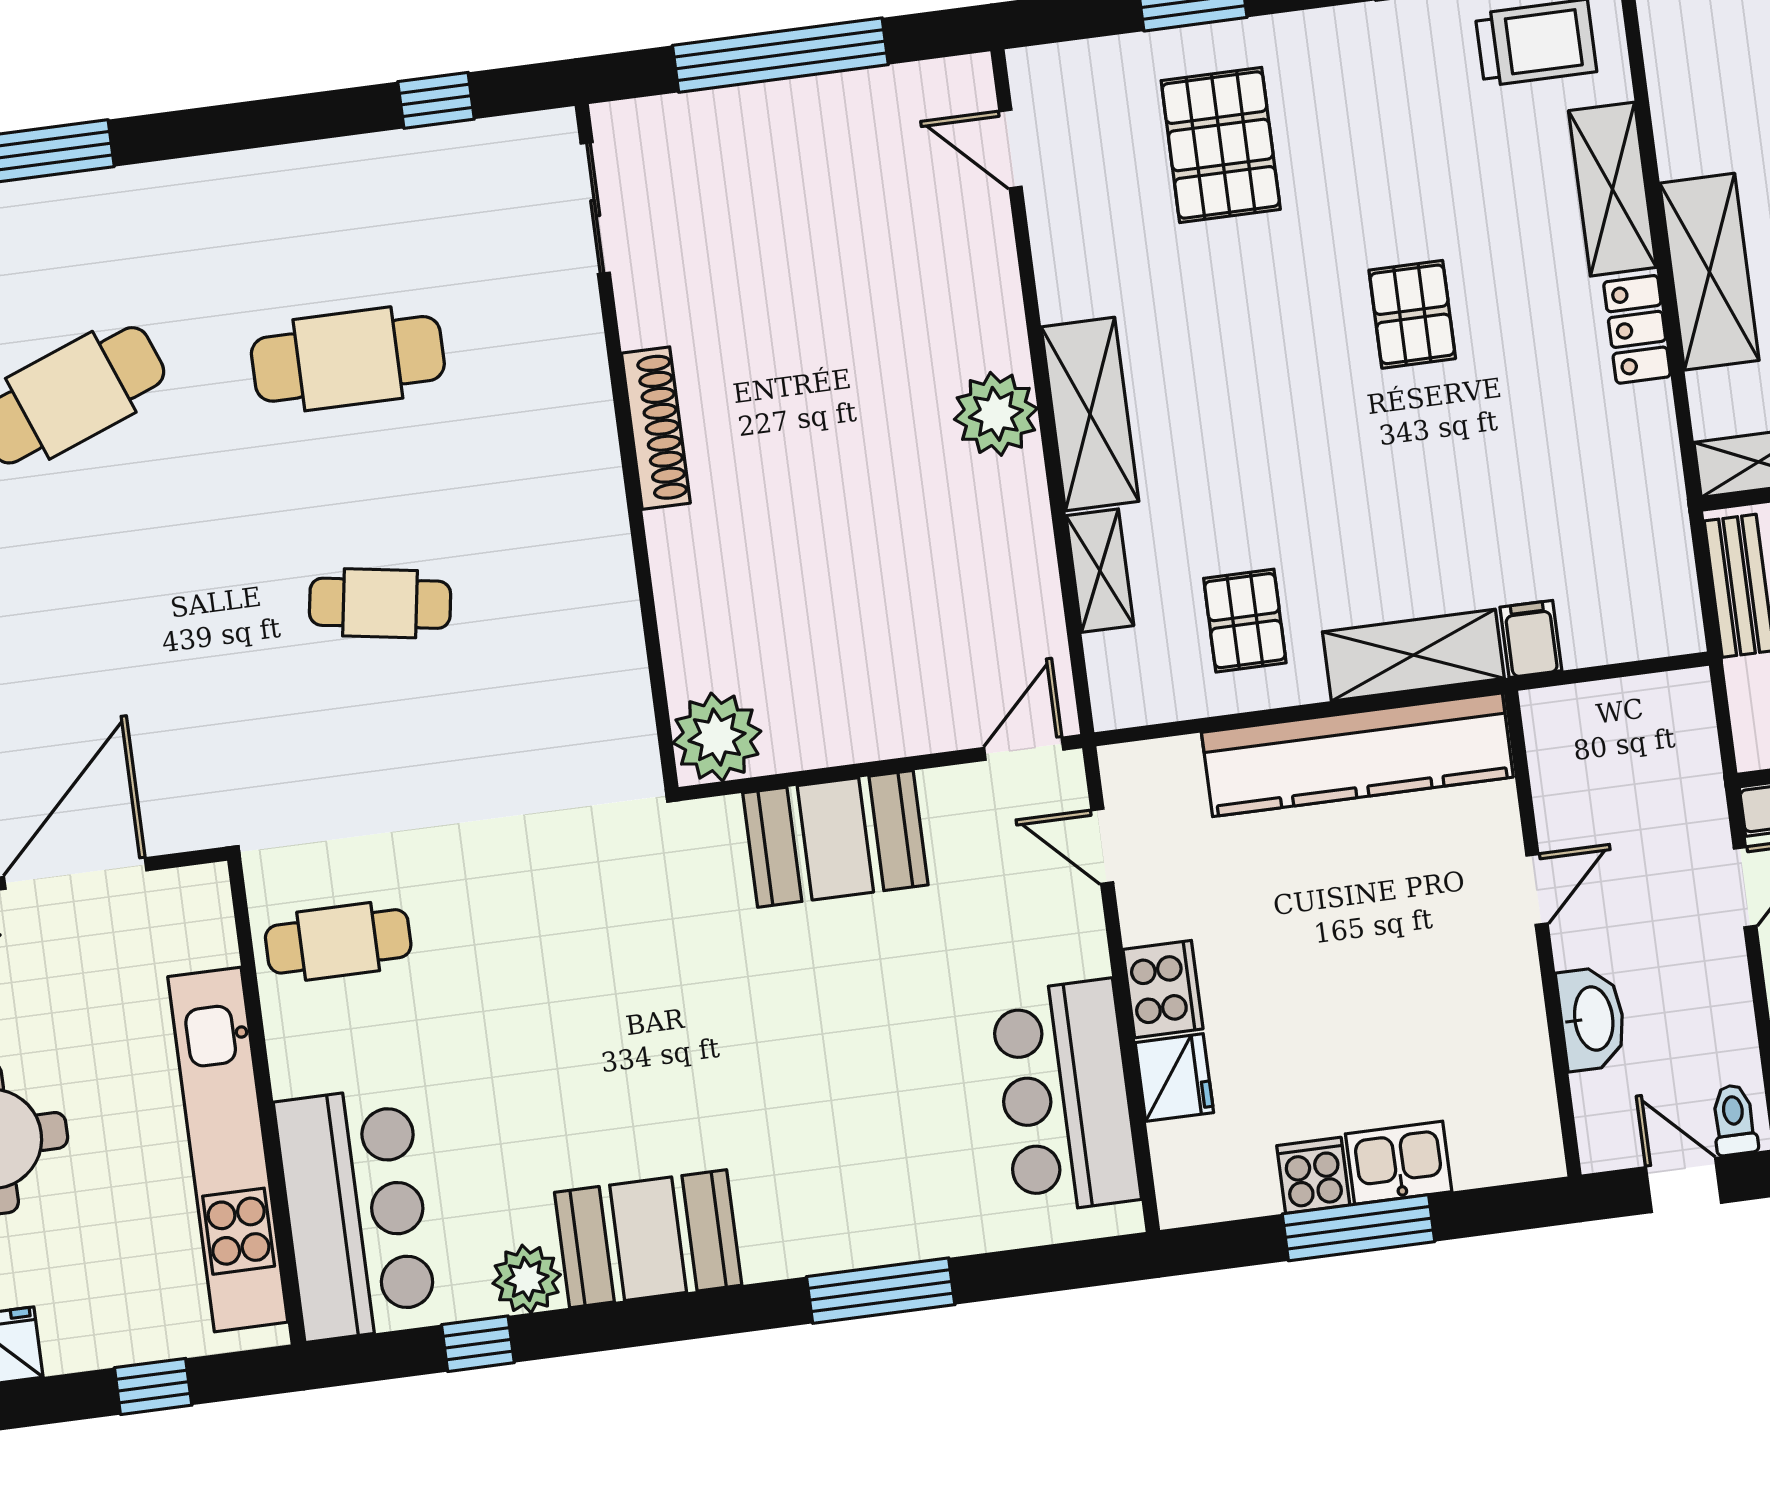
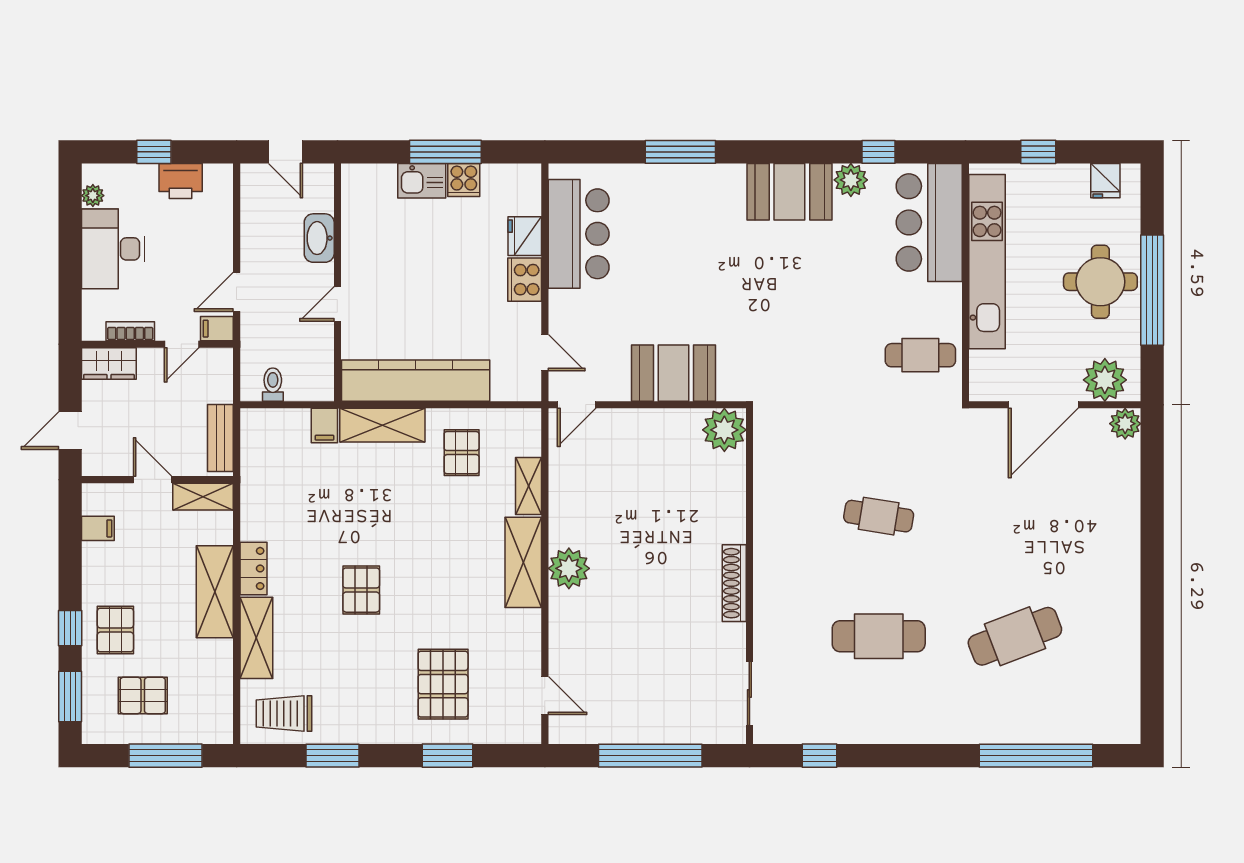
toilet: (1734, 1120) -> (273, 385), moved, turned 180

